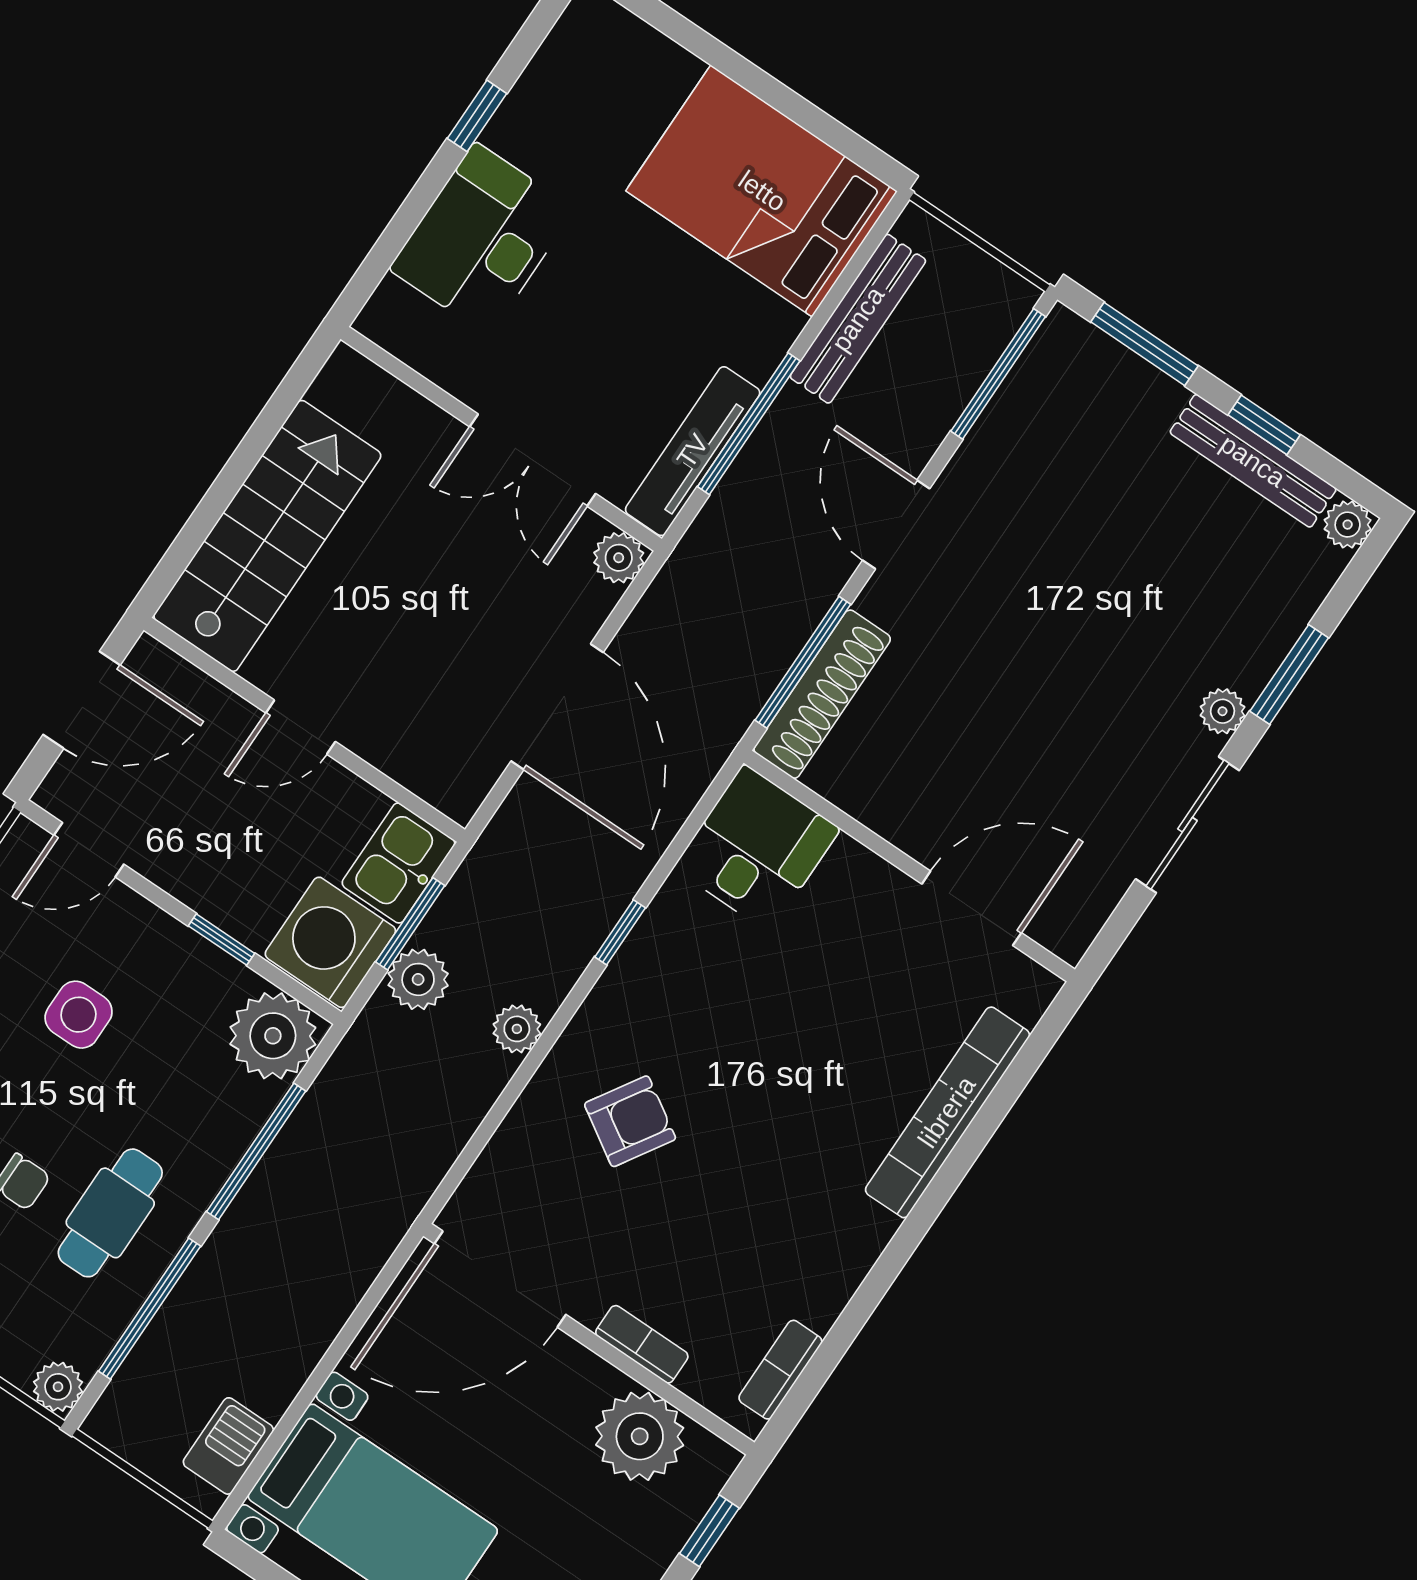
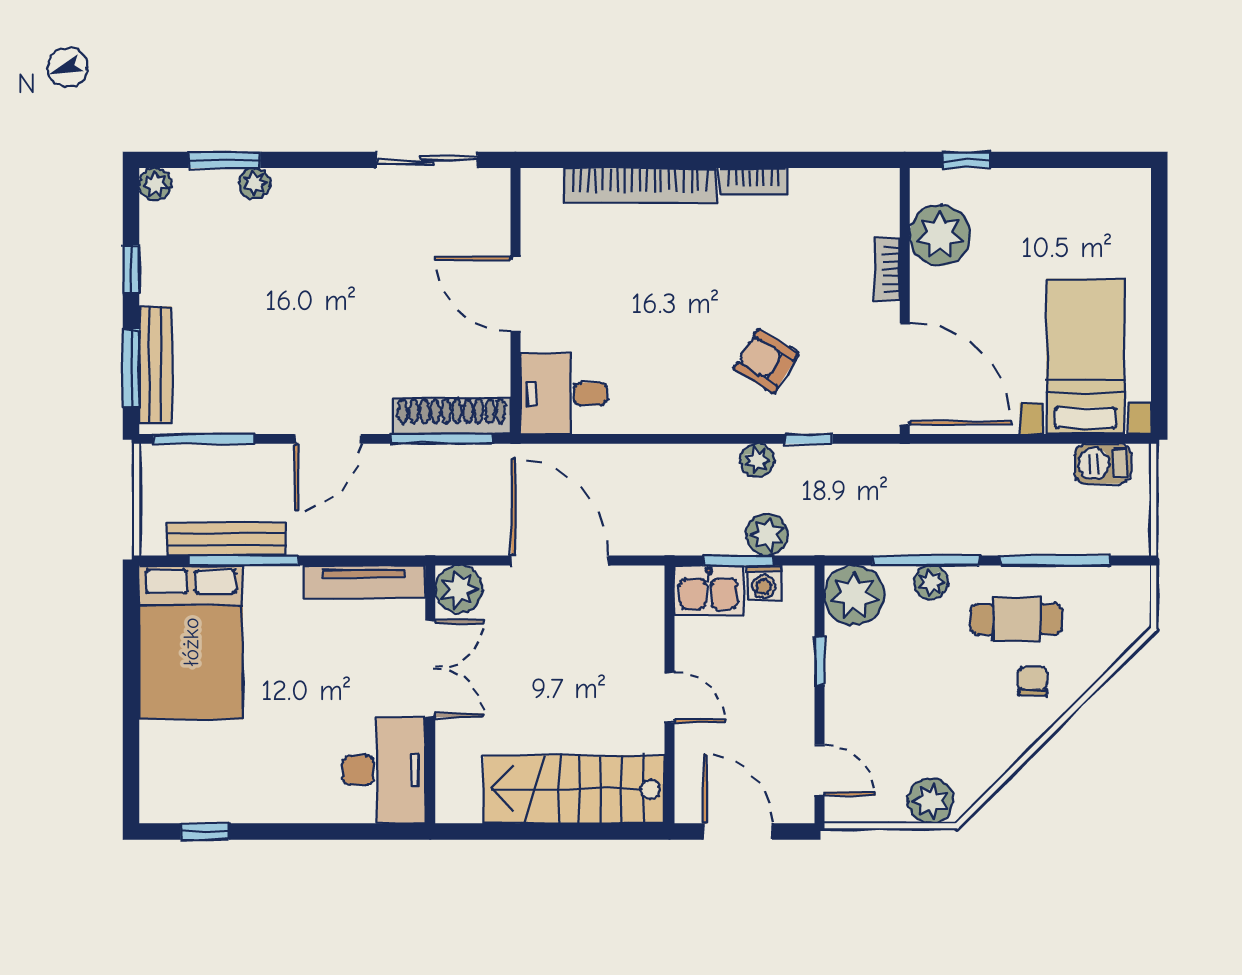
window: (477, 116) -> (205, 831), moved
desk: (482, 239) -> (384, 770), moved, turned -90
window: (749, 424) -> (243, 561), moved
bench: (1253, 461) -> (155, 364), moved
plant: (619, 558) -> (459, 589), width x1.38, depth x1.38
window: (1289, 674) -> (225, 160), moved
door: (557, 707) -> (560, 561), hinge flipped
plant: (1222, 711) -> (255, 183), moved
sliding door: (1187, 825) -> (427, 160), moved
door: (972, 908) -> (515, 294), moved
window: (620, 932) -> (809, 439), moved
washing machine: (330, 942) -> (764, 583), width x0.53, depth x0.53
side table: (79, 1015) -> (916, 713), removed
bookcase: (780, 1370) -> (753, 181), moved
plant: (58, 1387) -> (931, 582), moved

